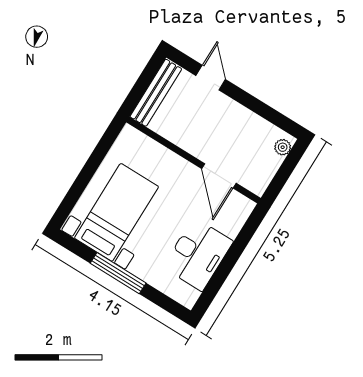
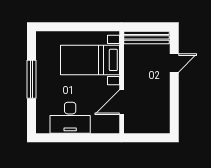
plant: (283, 147) -> (160, 128), removed
bed with nightstands: (116, 212) -> (90, 60), moved, turned 180

